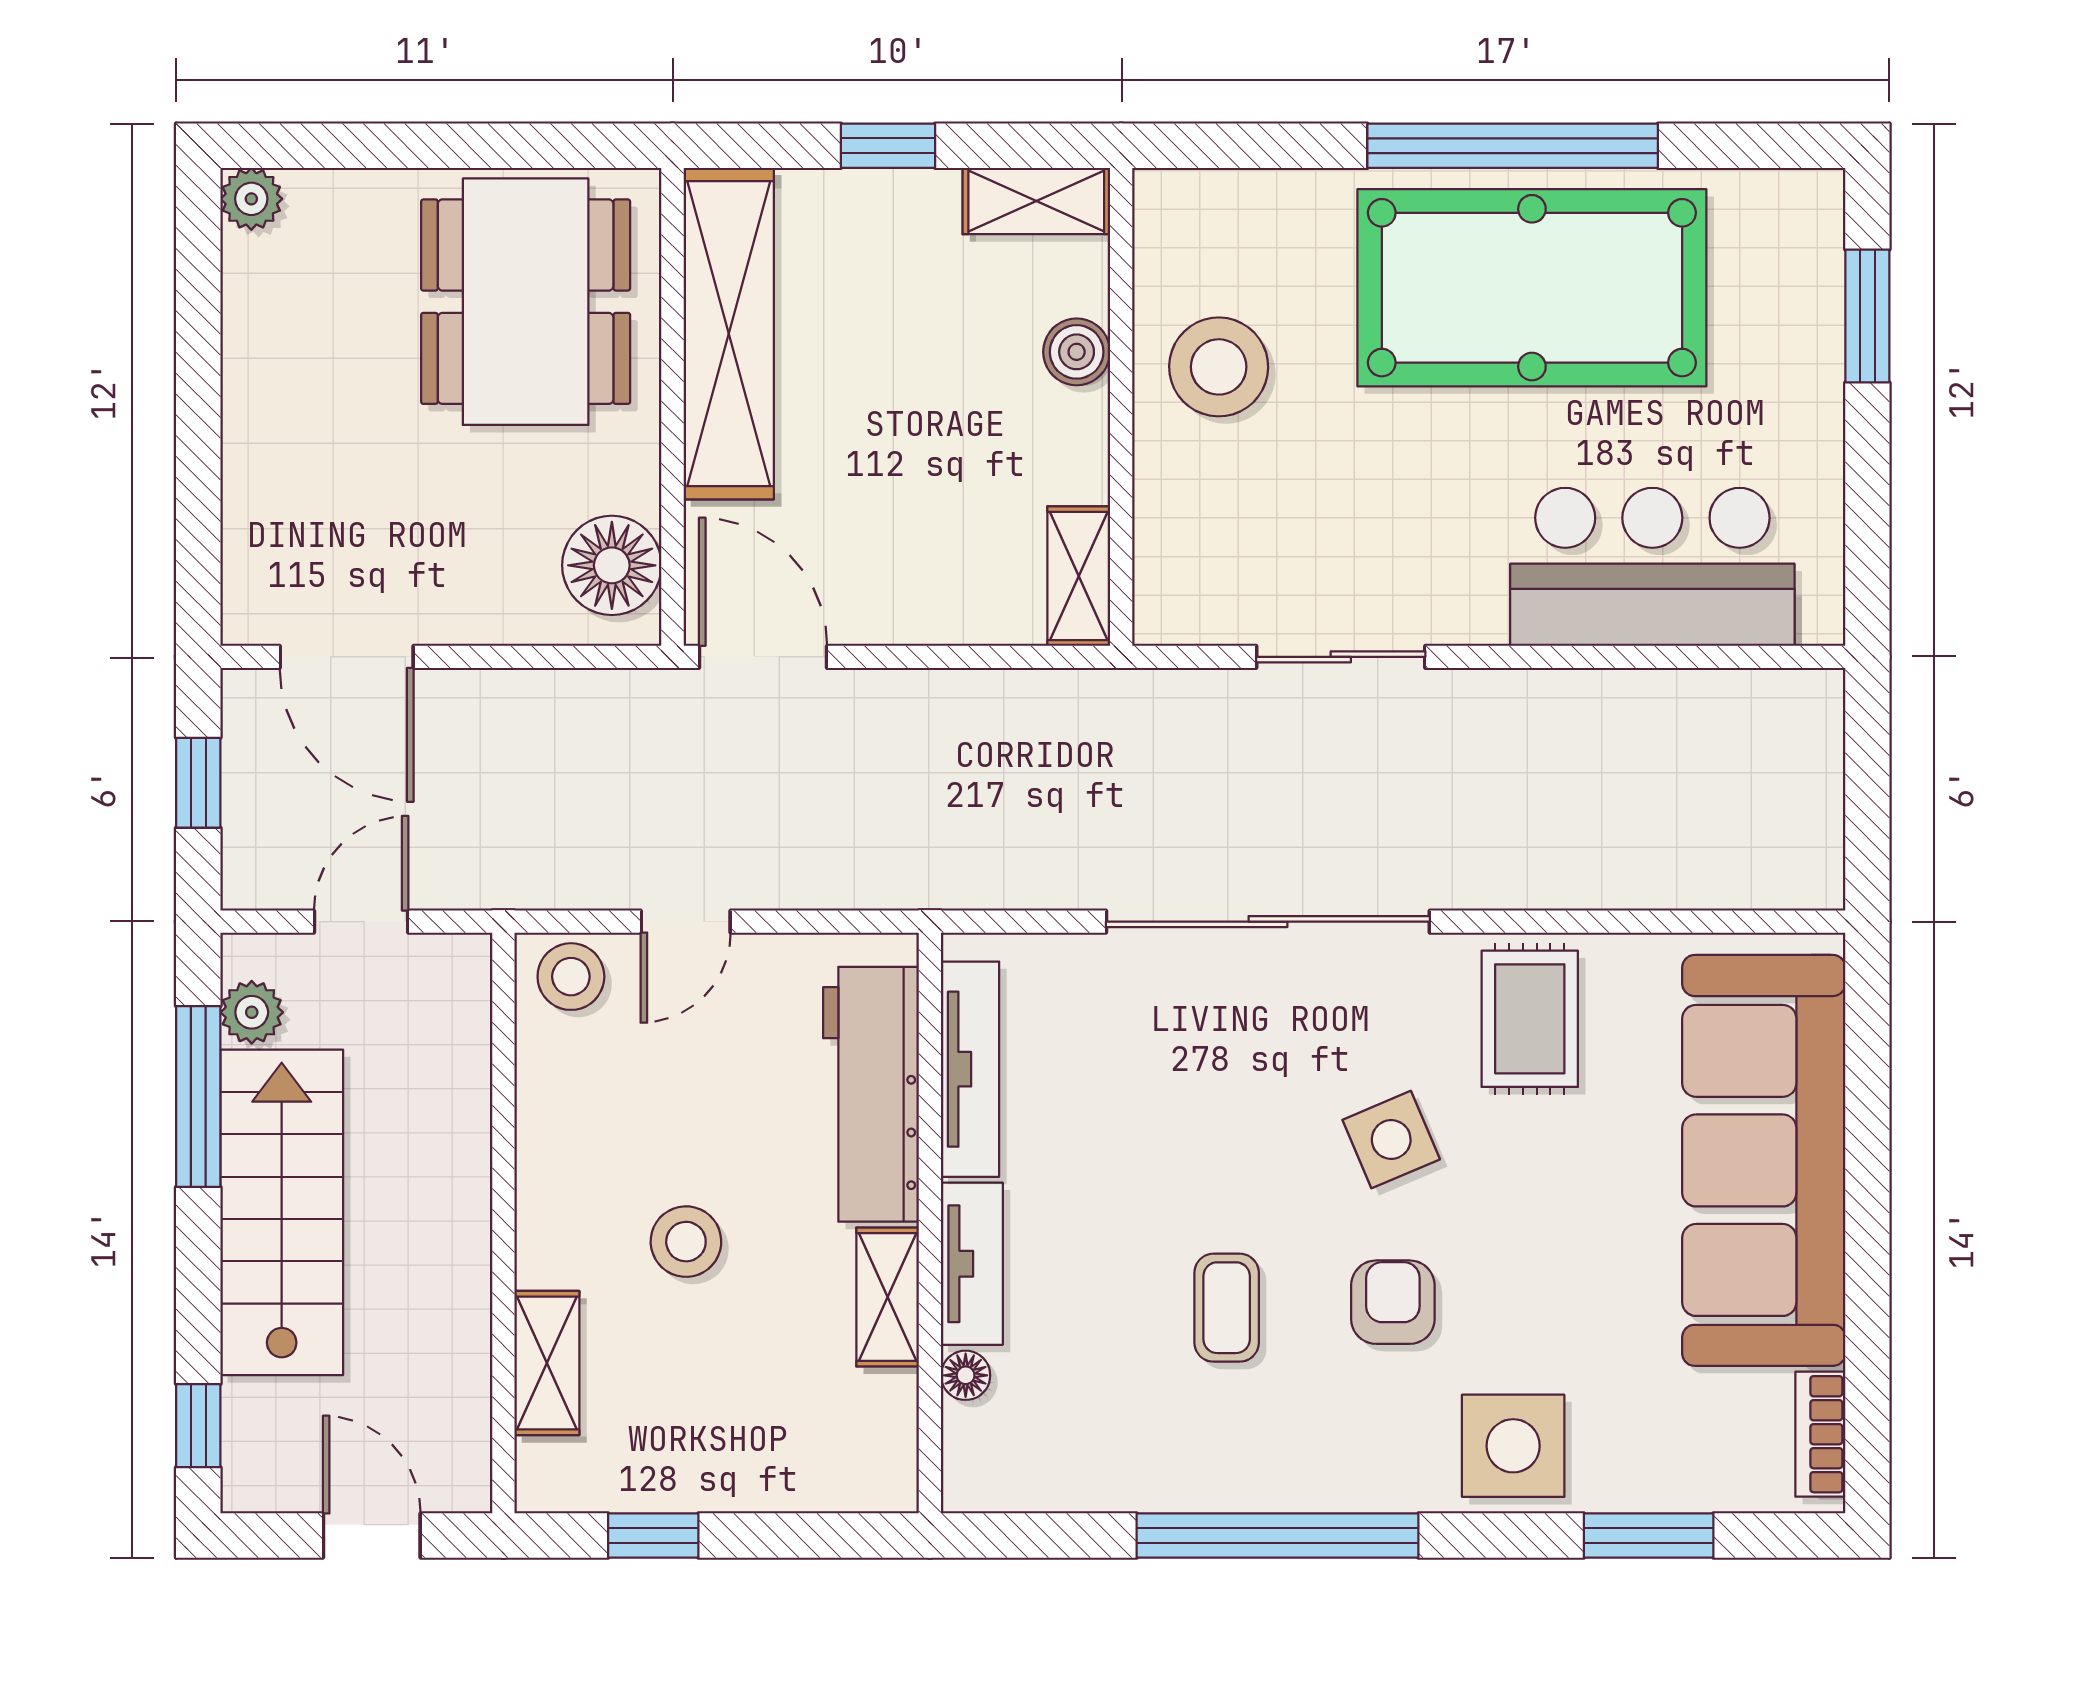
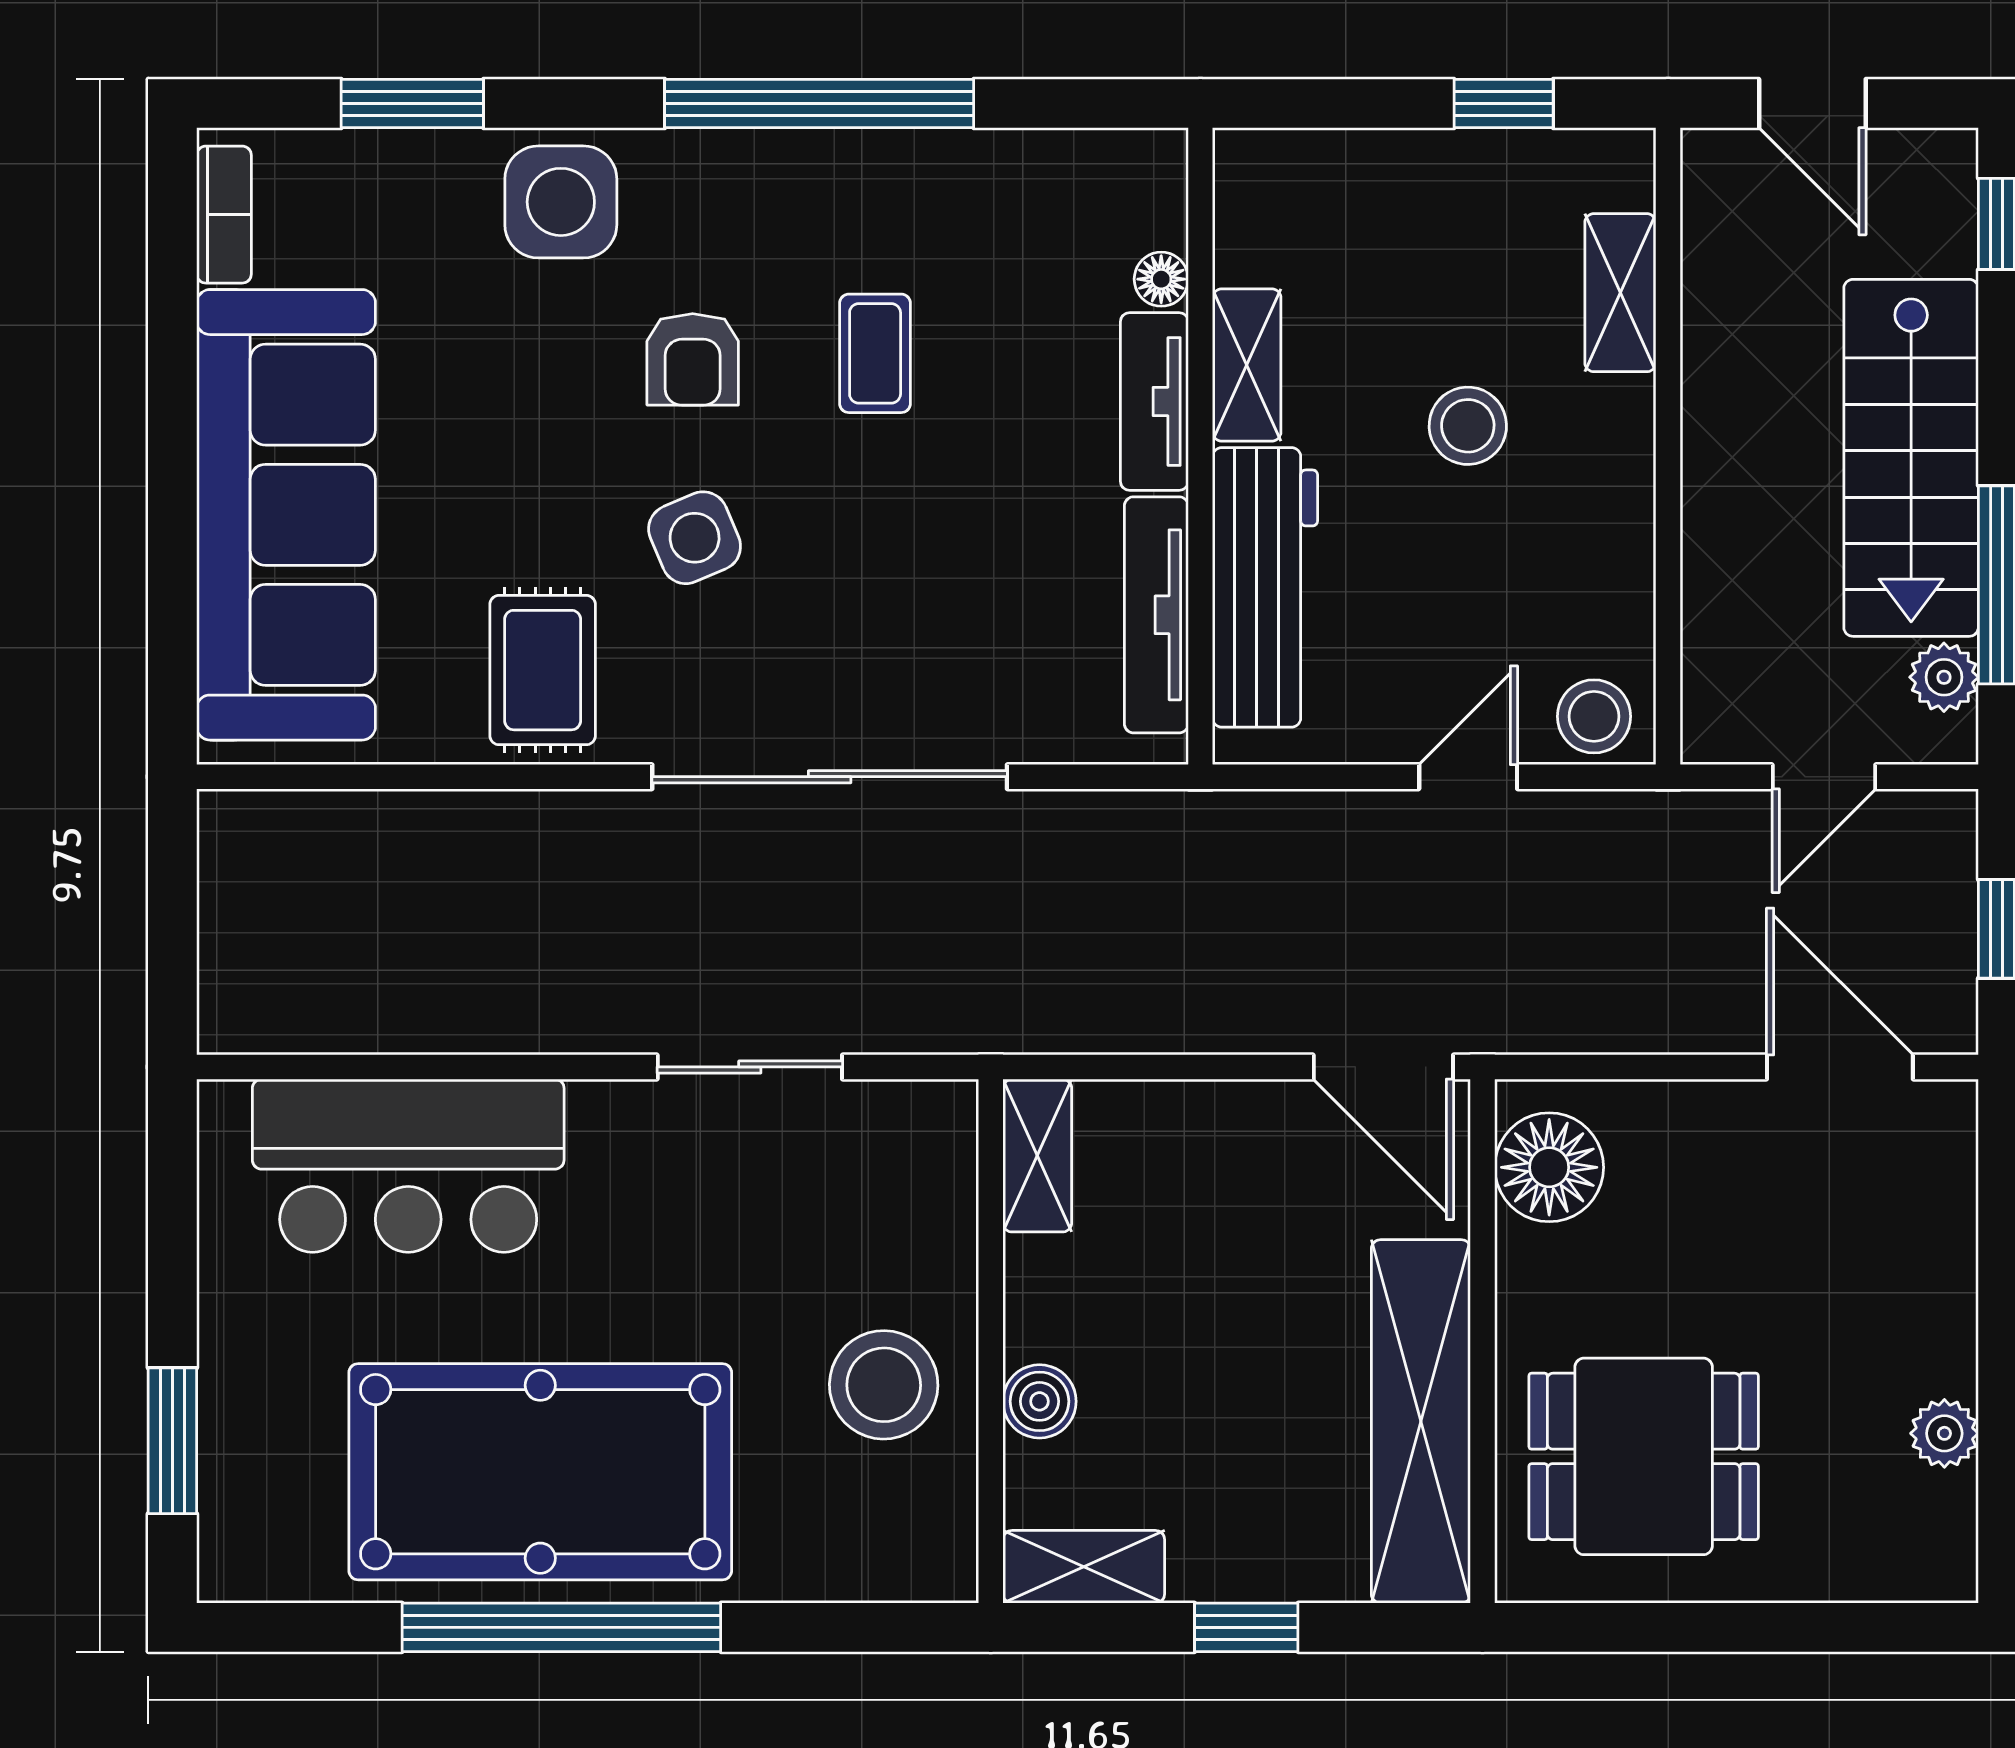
plant: (251, 199) -> (1944, 1433), moved
dining table: (526, 302) -> (1644, 1456), width x0.73

